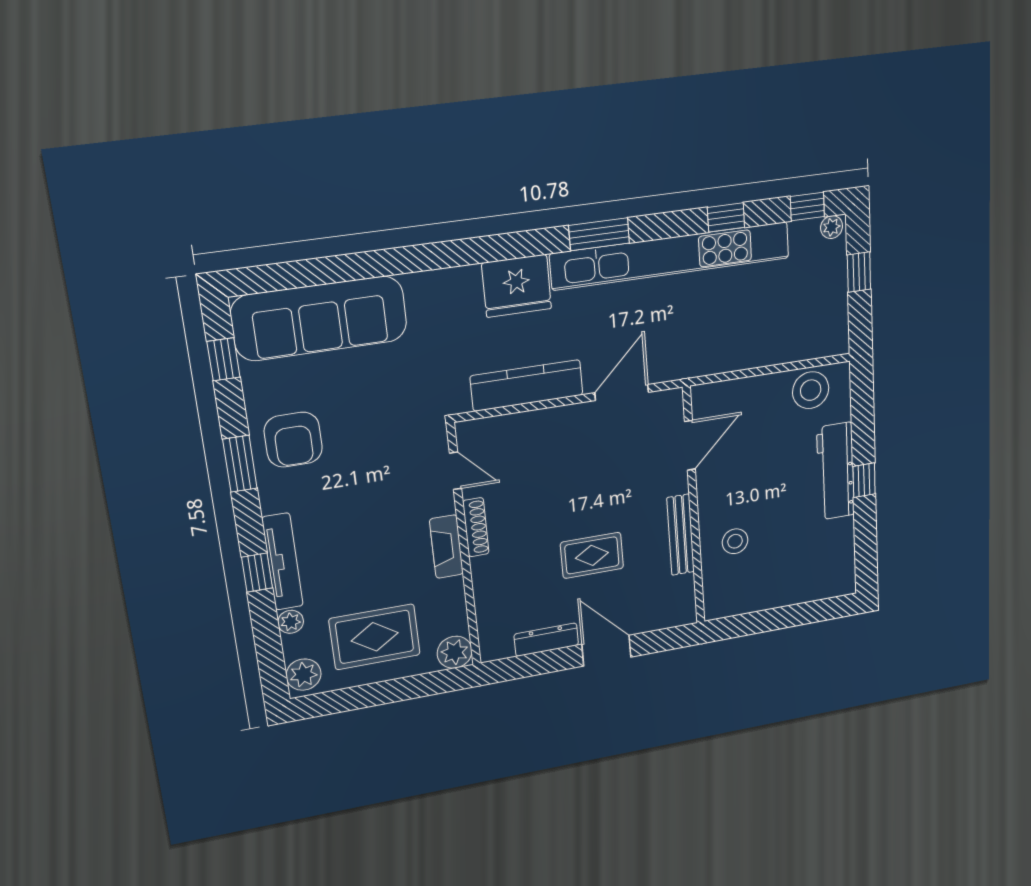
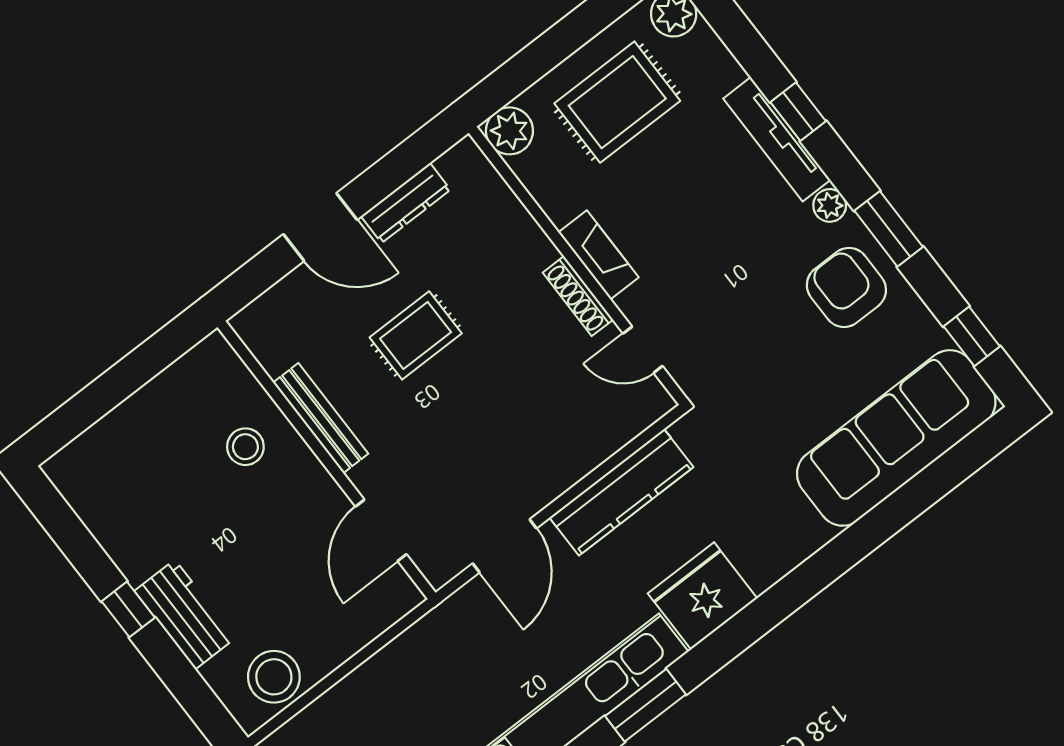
workbench: (836, 471) -> (185, 615), width x0.73
plant: (291, 622) -> (830, 205), moved

